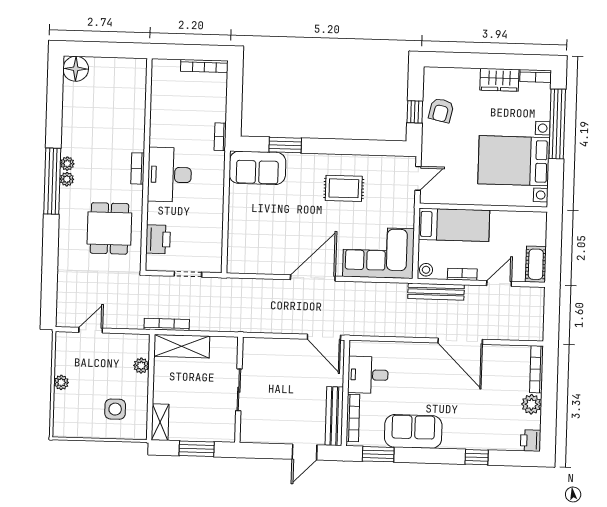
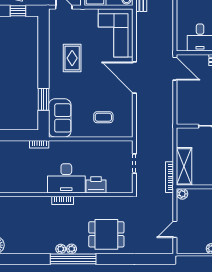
dining table: (109, 228) -> (106, 234), moved
coffee table: (257, 231) -> (103, 117), added
printer: (158, 239) -> (96, 185), moved
door: (91, 330) -> (175, 229), hinge flipped
door: (324, 337) -> (175, 69), hinge flipped
plant: (141, 366) -> (182, 194), moved

